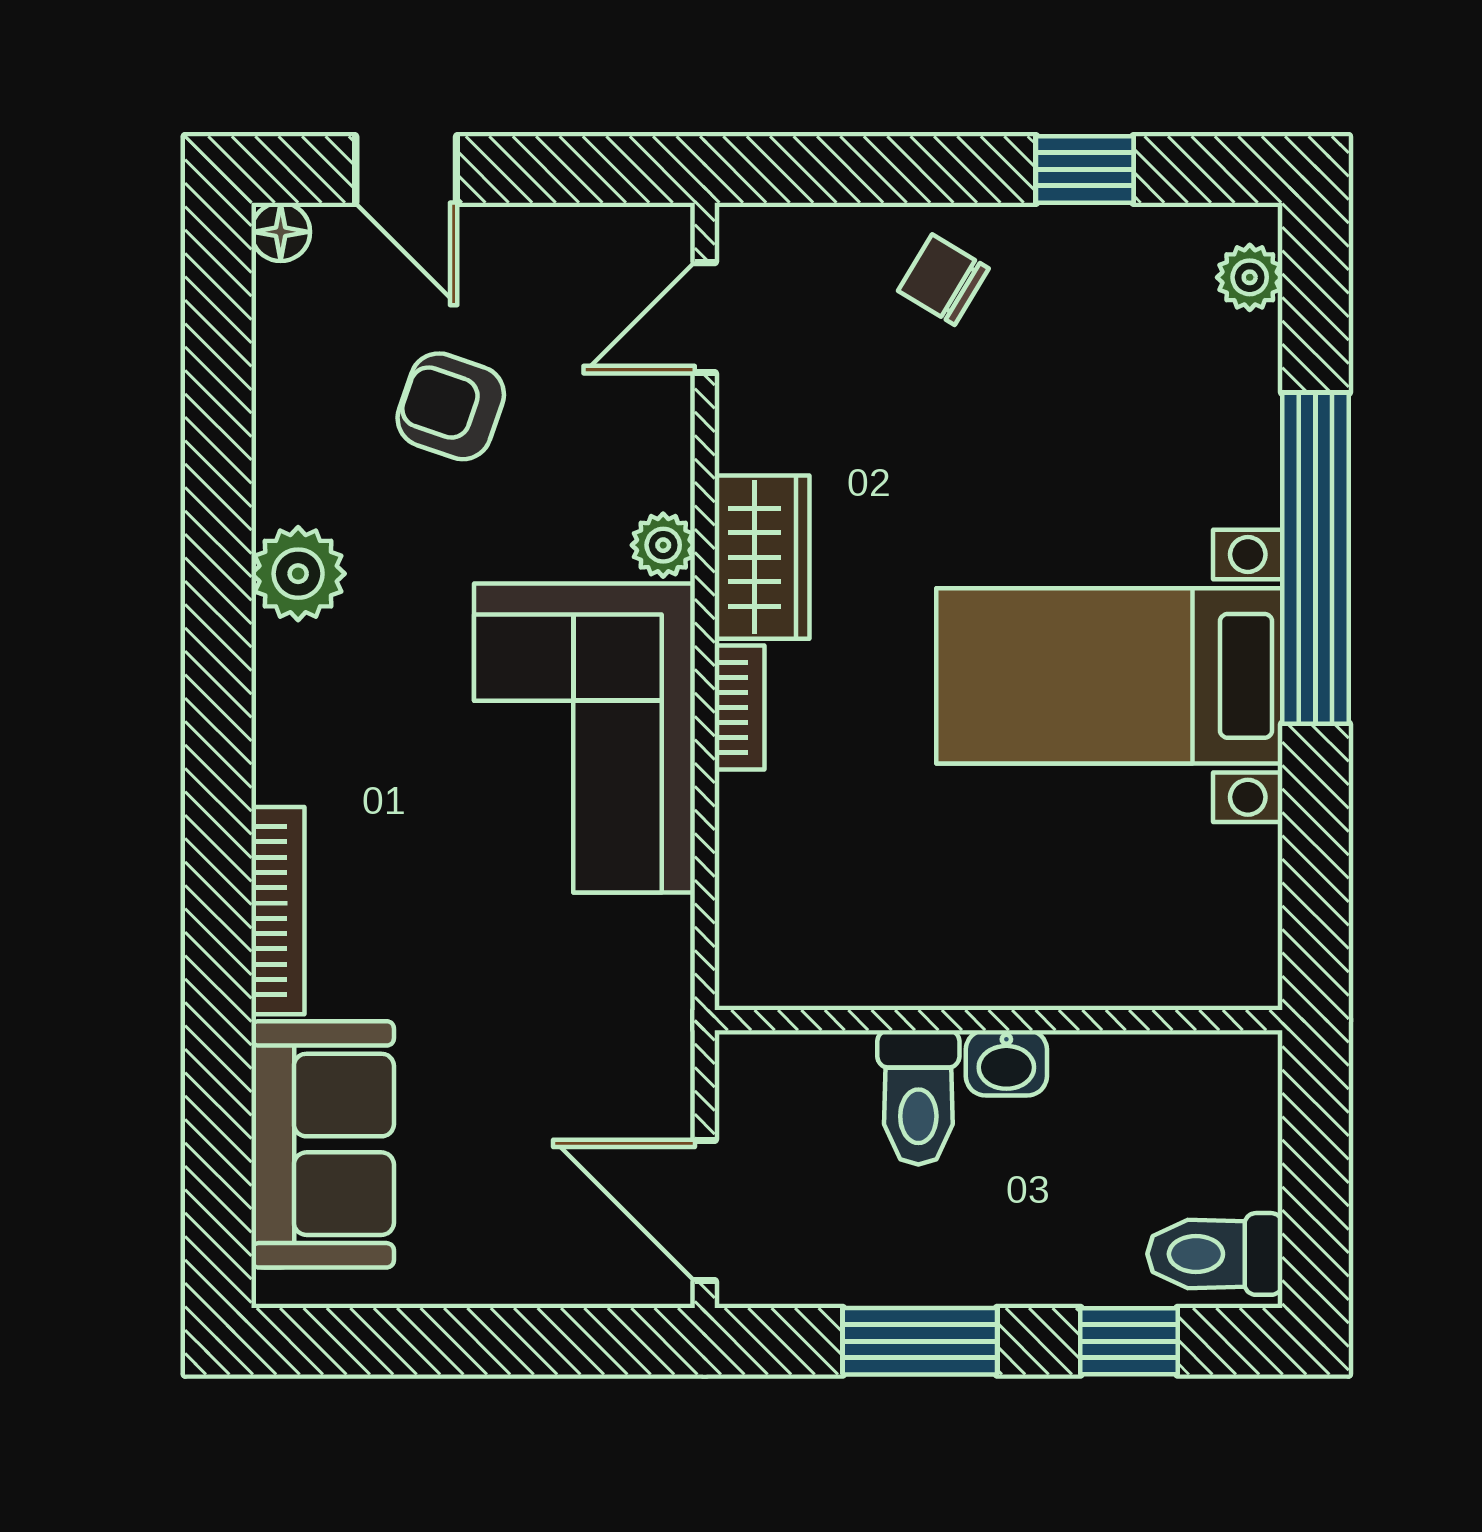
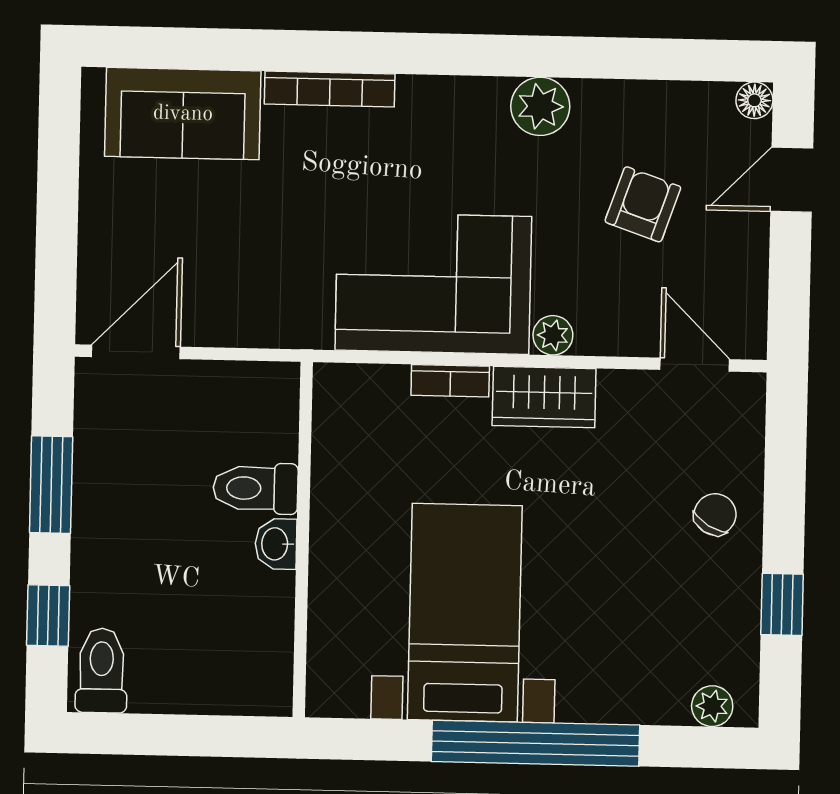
wall: (999, 1020) -> (303, 540), moved
washbasin: (1006, 1063) -> (276, 544), moved
toilet: (918, 1097) -> (256, 488), moved

